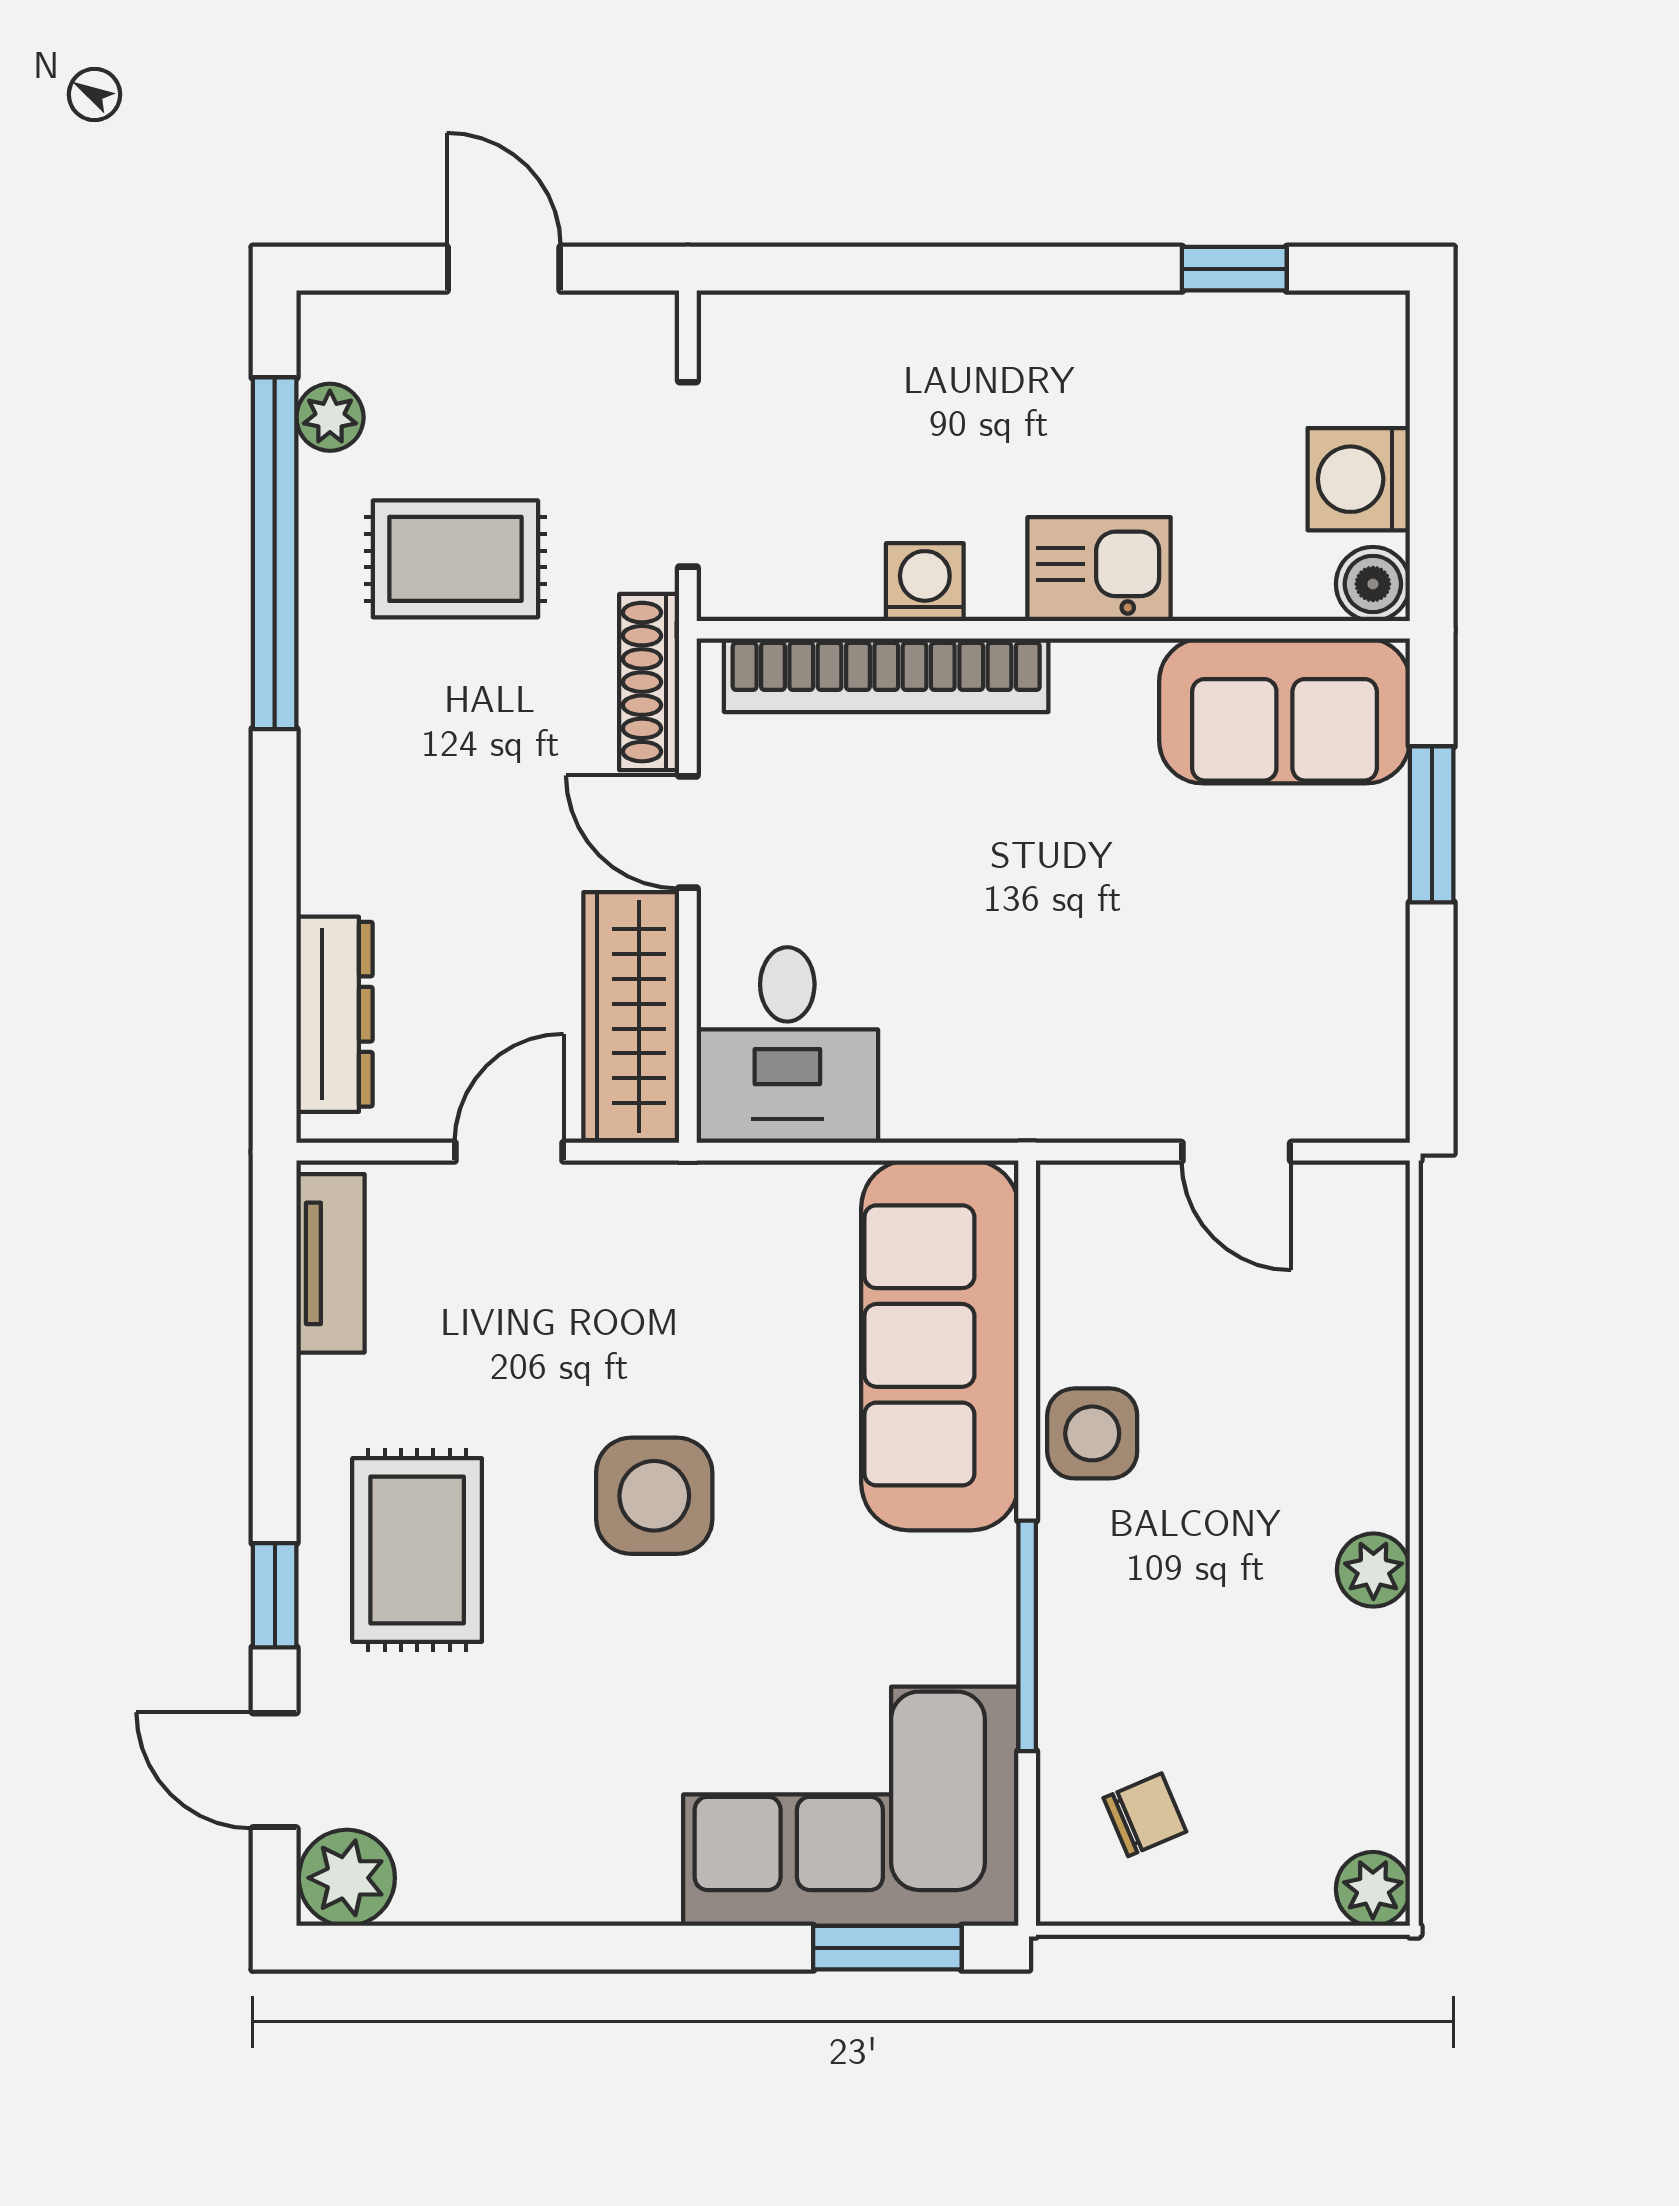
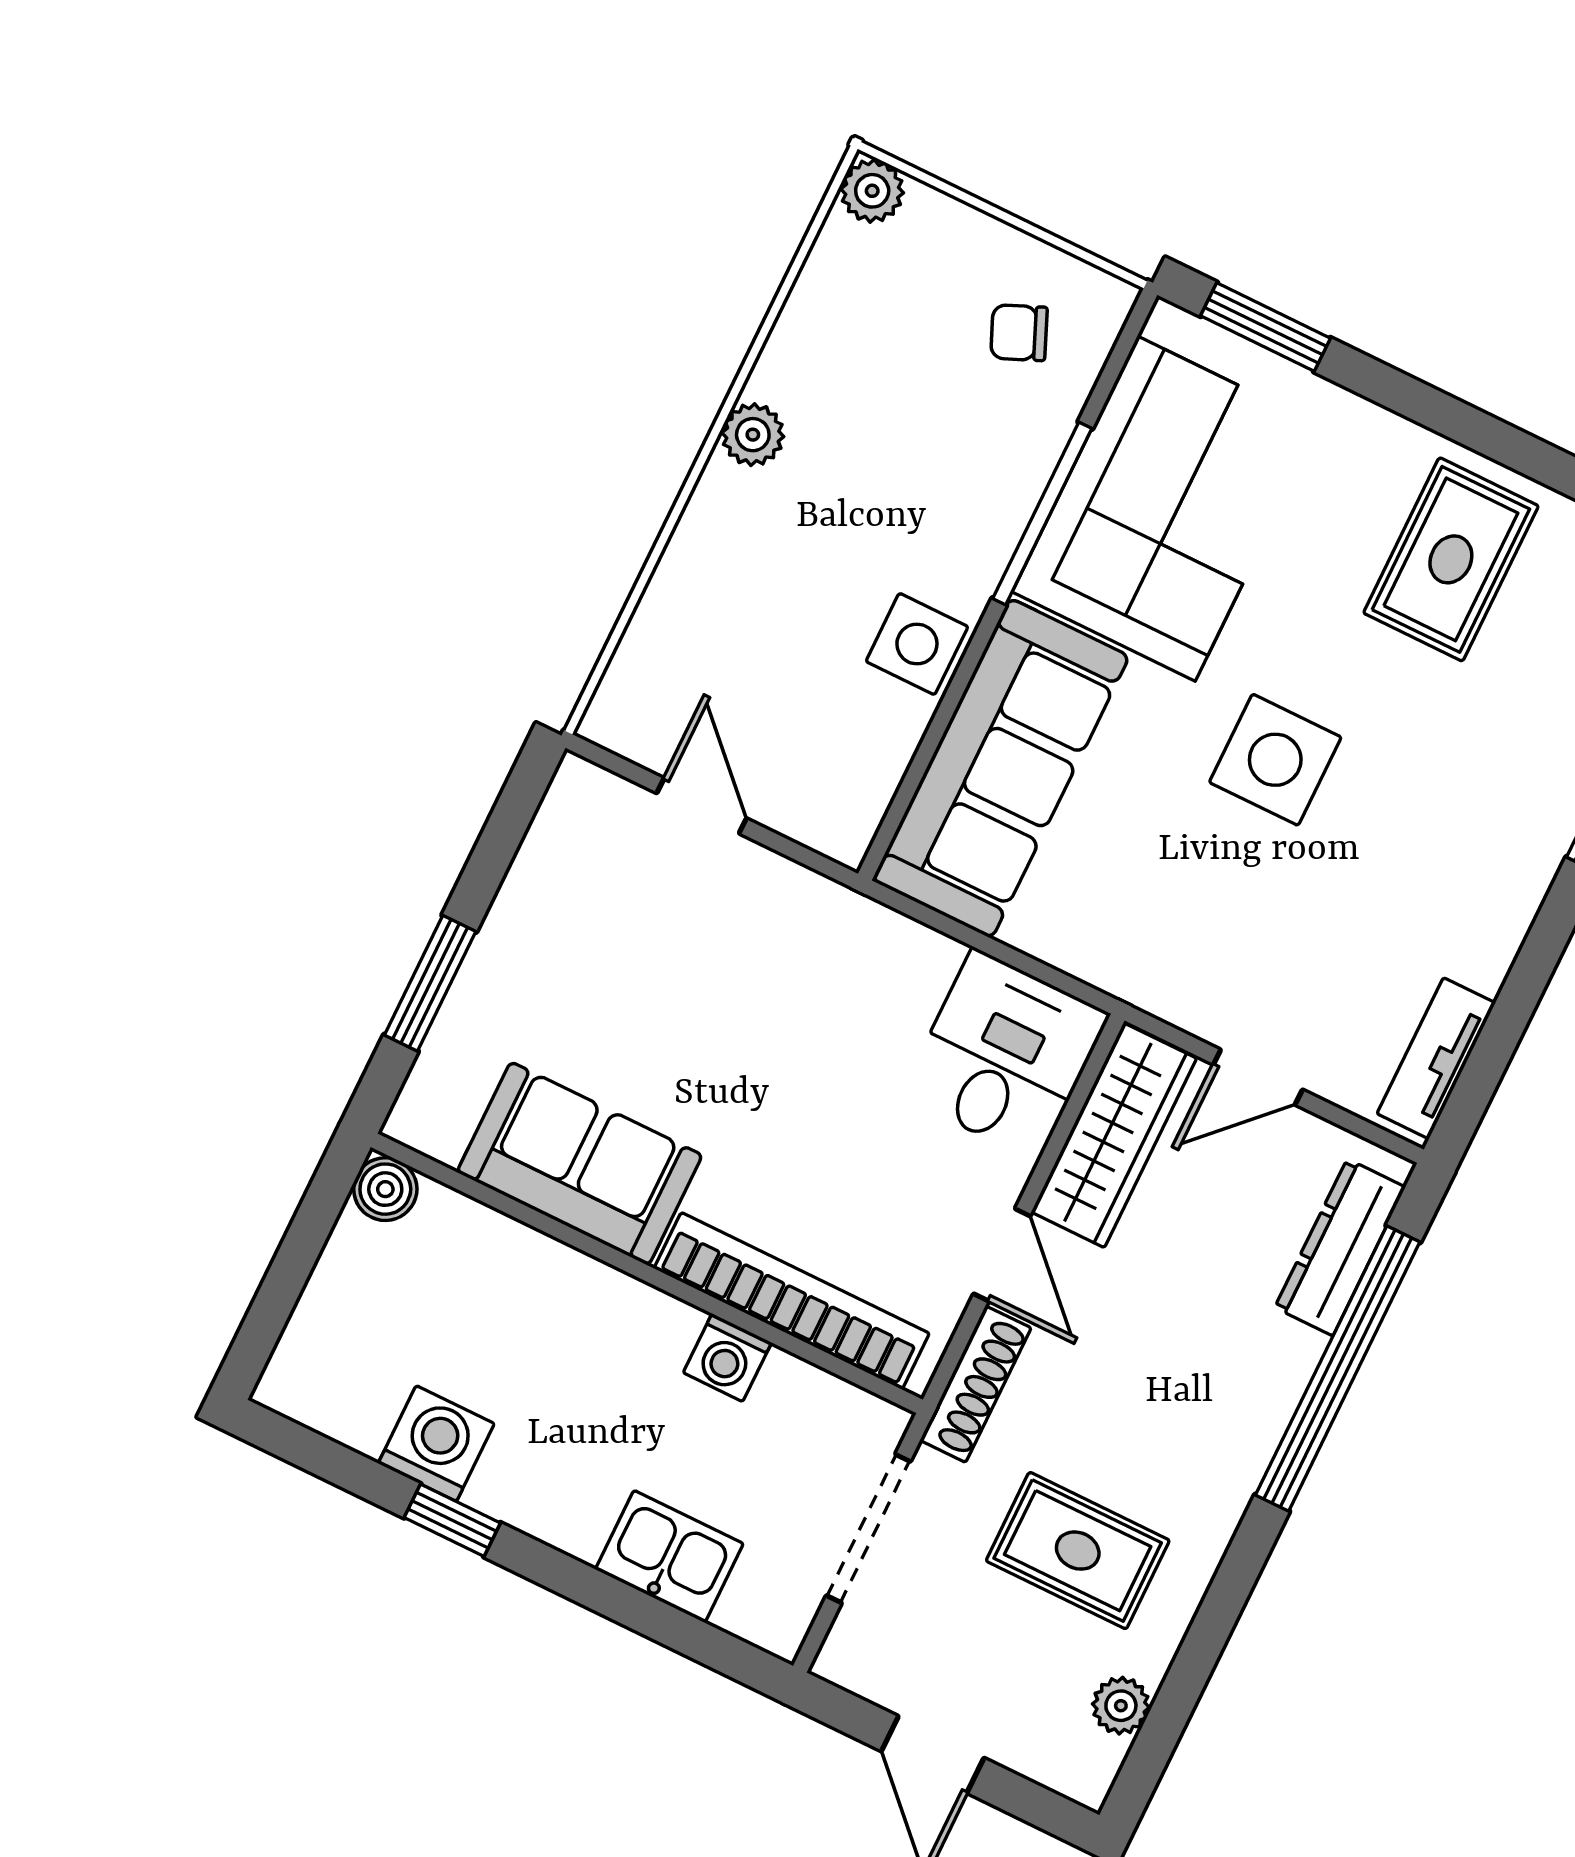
window: (1234, 269) -> (452, 1520), moved
washing machine: (1359, 479) -> (436, 1443), moved, turned -90
window: (275, 553) -> (1338, 1369), moved
kitchen sink: (1099, 569) -> (669, 1556), moved, turned 180
sofa: (1284, 711) -> (580, 1164), moved
rug: (417, 1550) -> (1451, 559), moved
corner sofa: (851, 1806) -> (1166, 509), moved, turned -90

